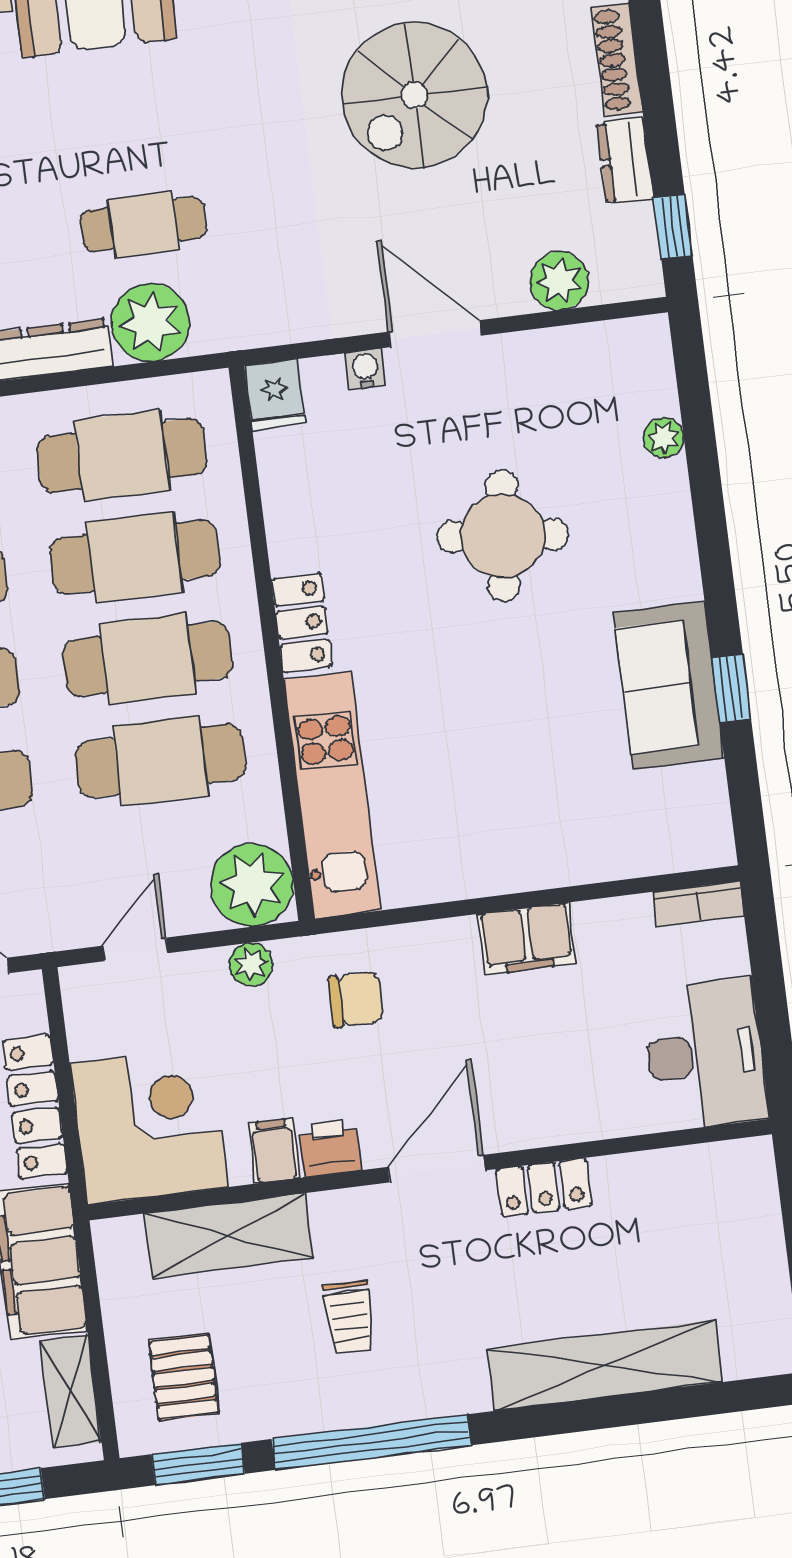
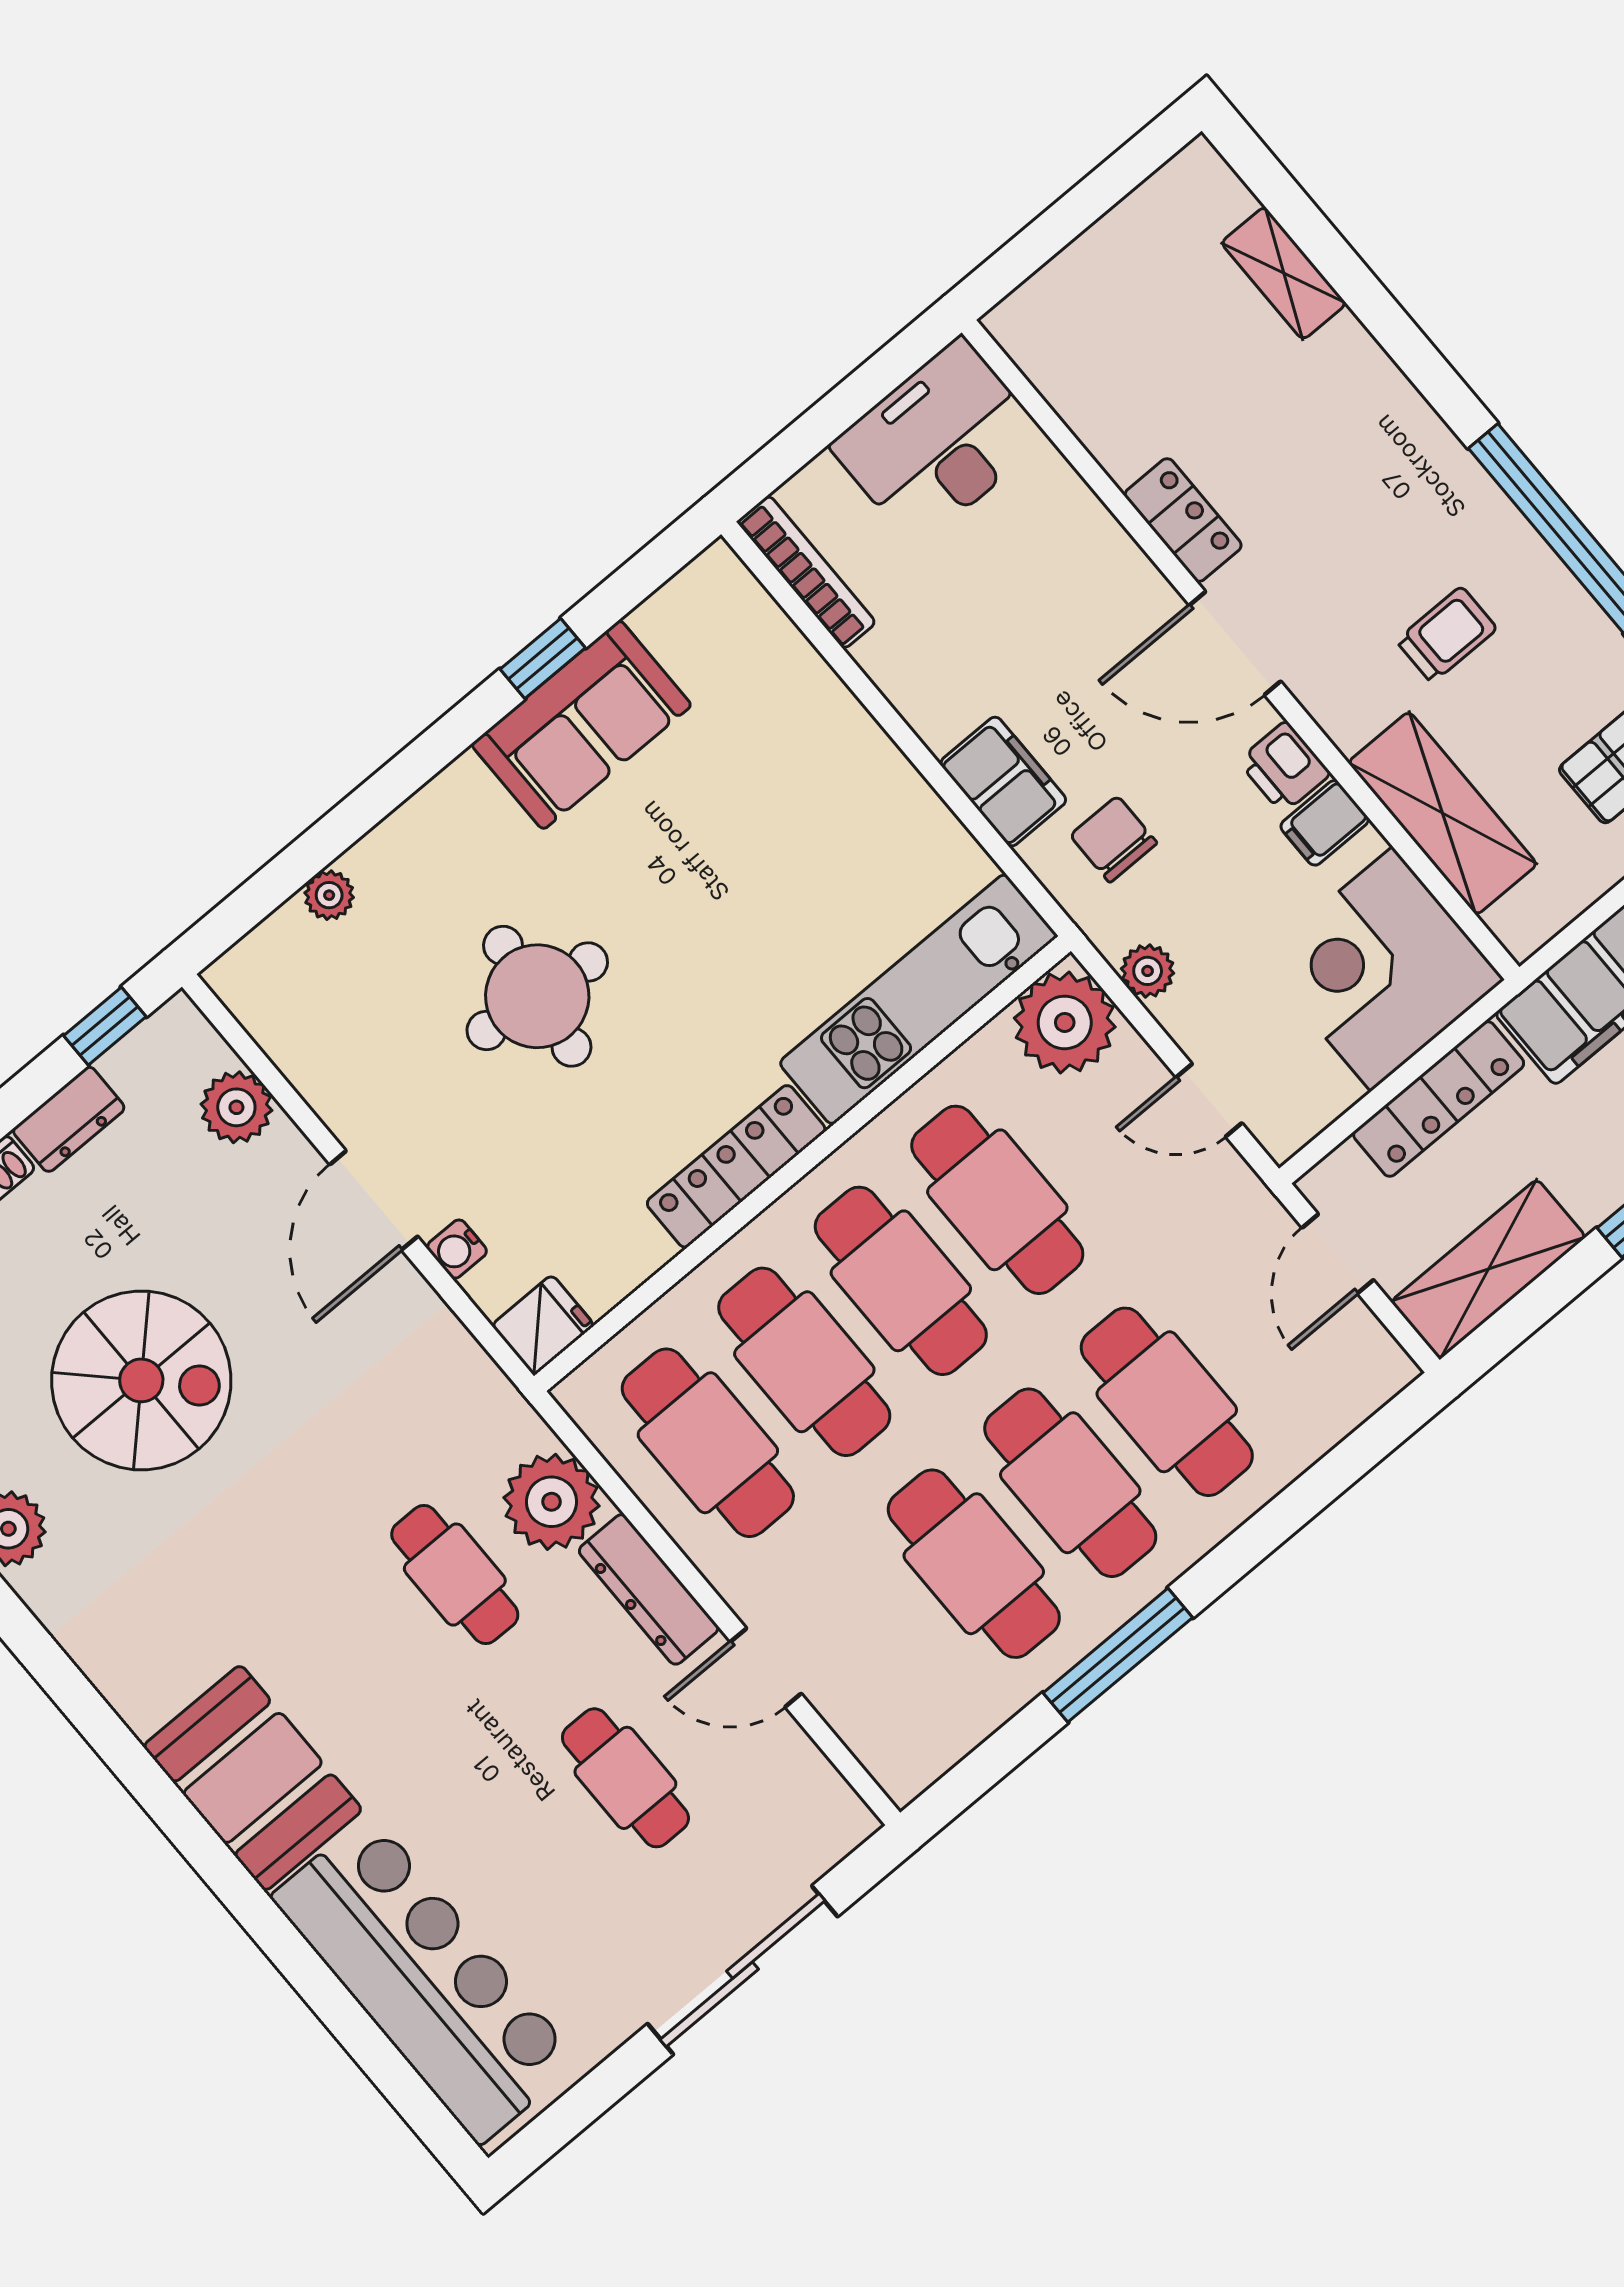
locker: (302, 623) -> (736, 1166), width x1.53
bookcase: (699, 904) -> (806, 572), width x1.56
filing cabinet: (527, 939) -> (1003, 782), moved
shelving: (605, 1365) -> (1284, 273), width x0.45, depth x0.75

